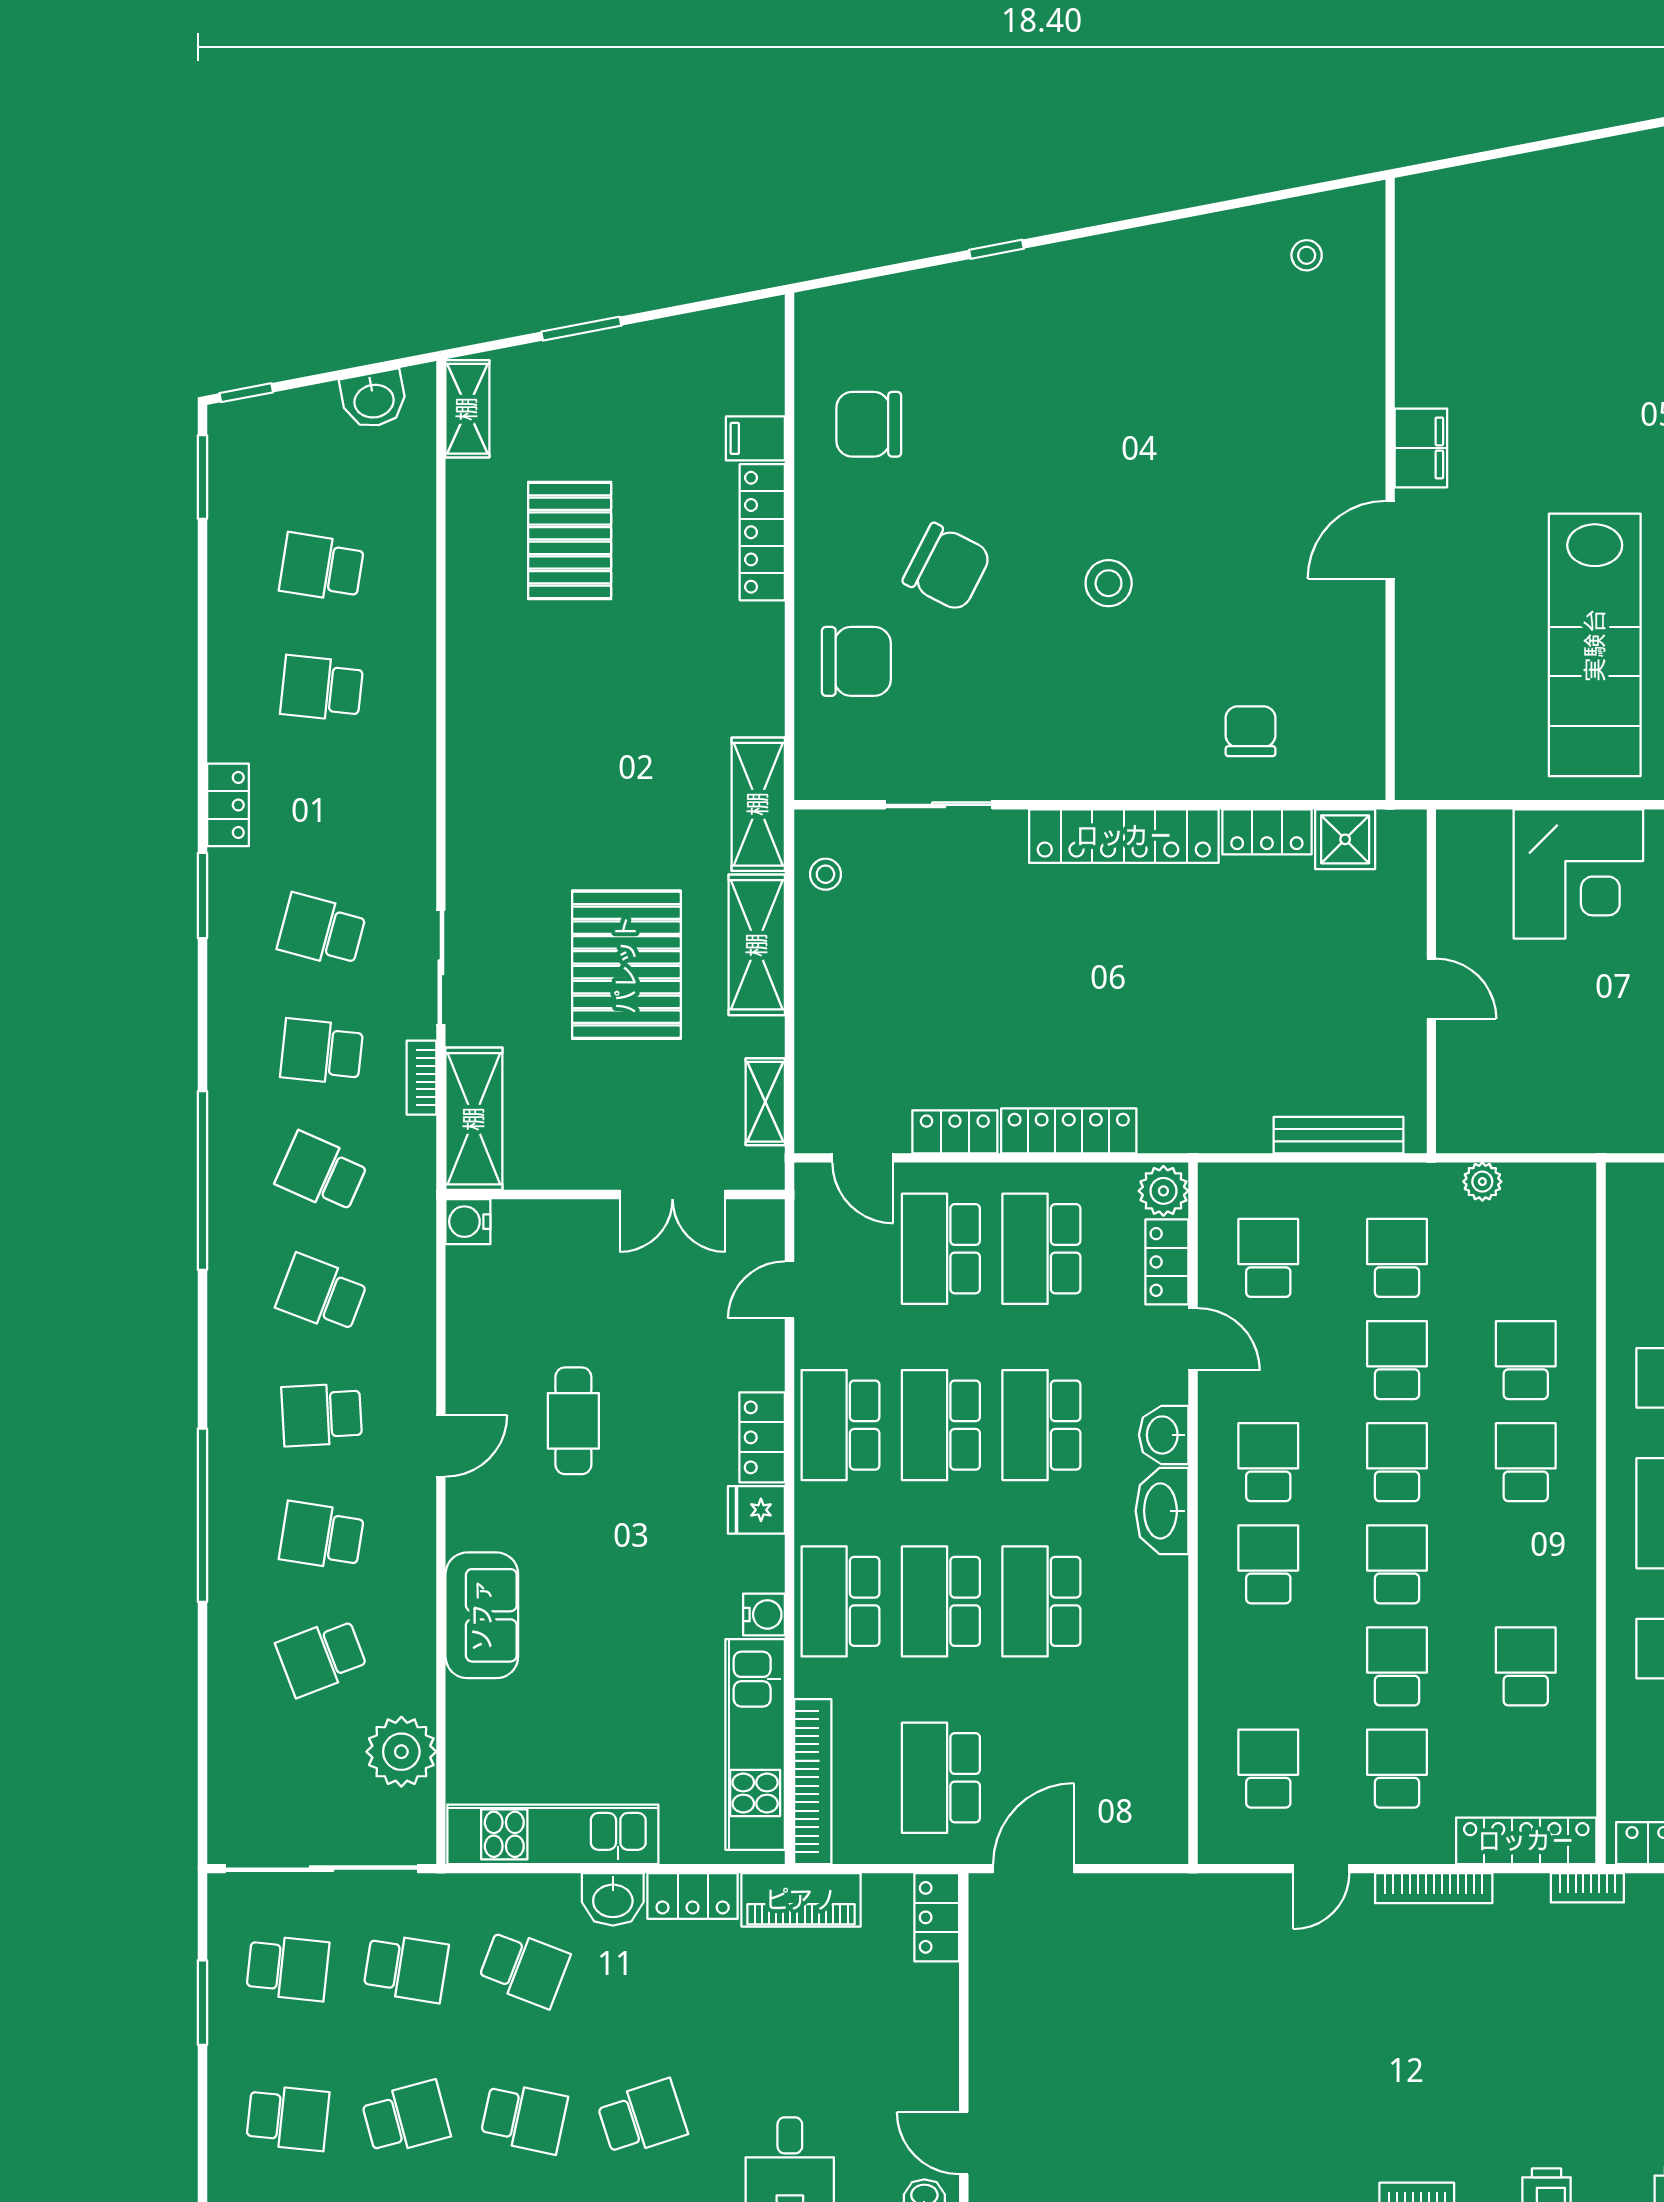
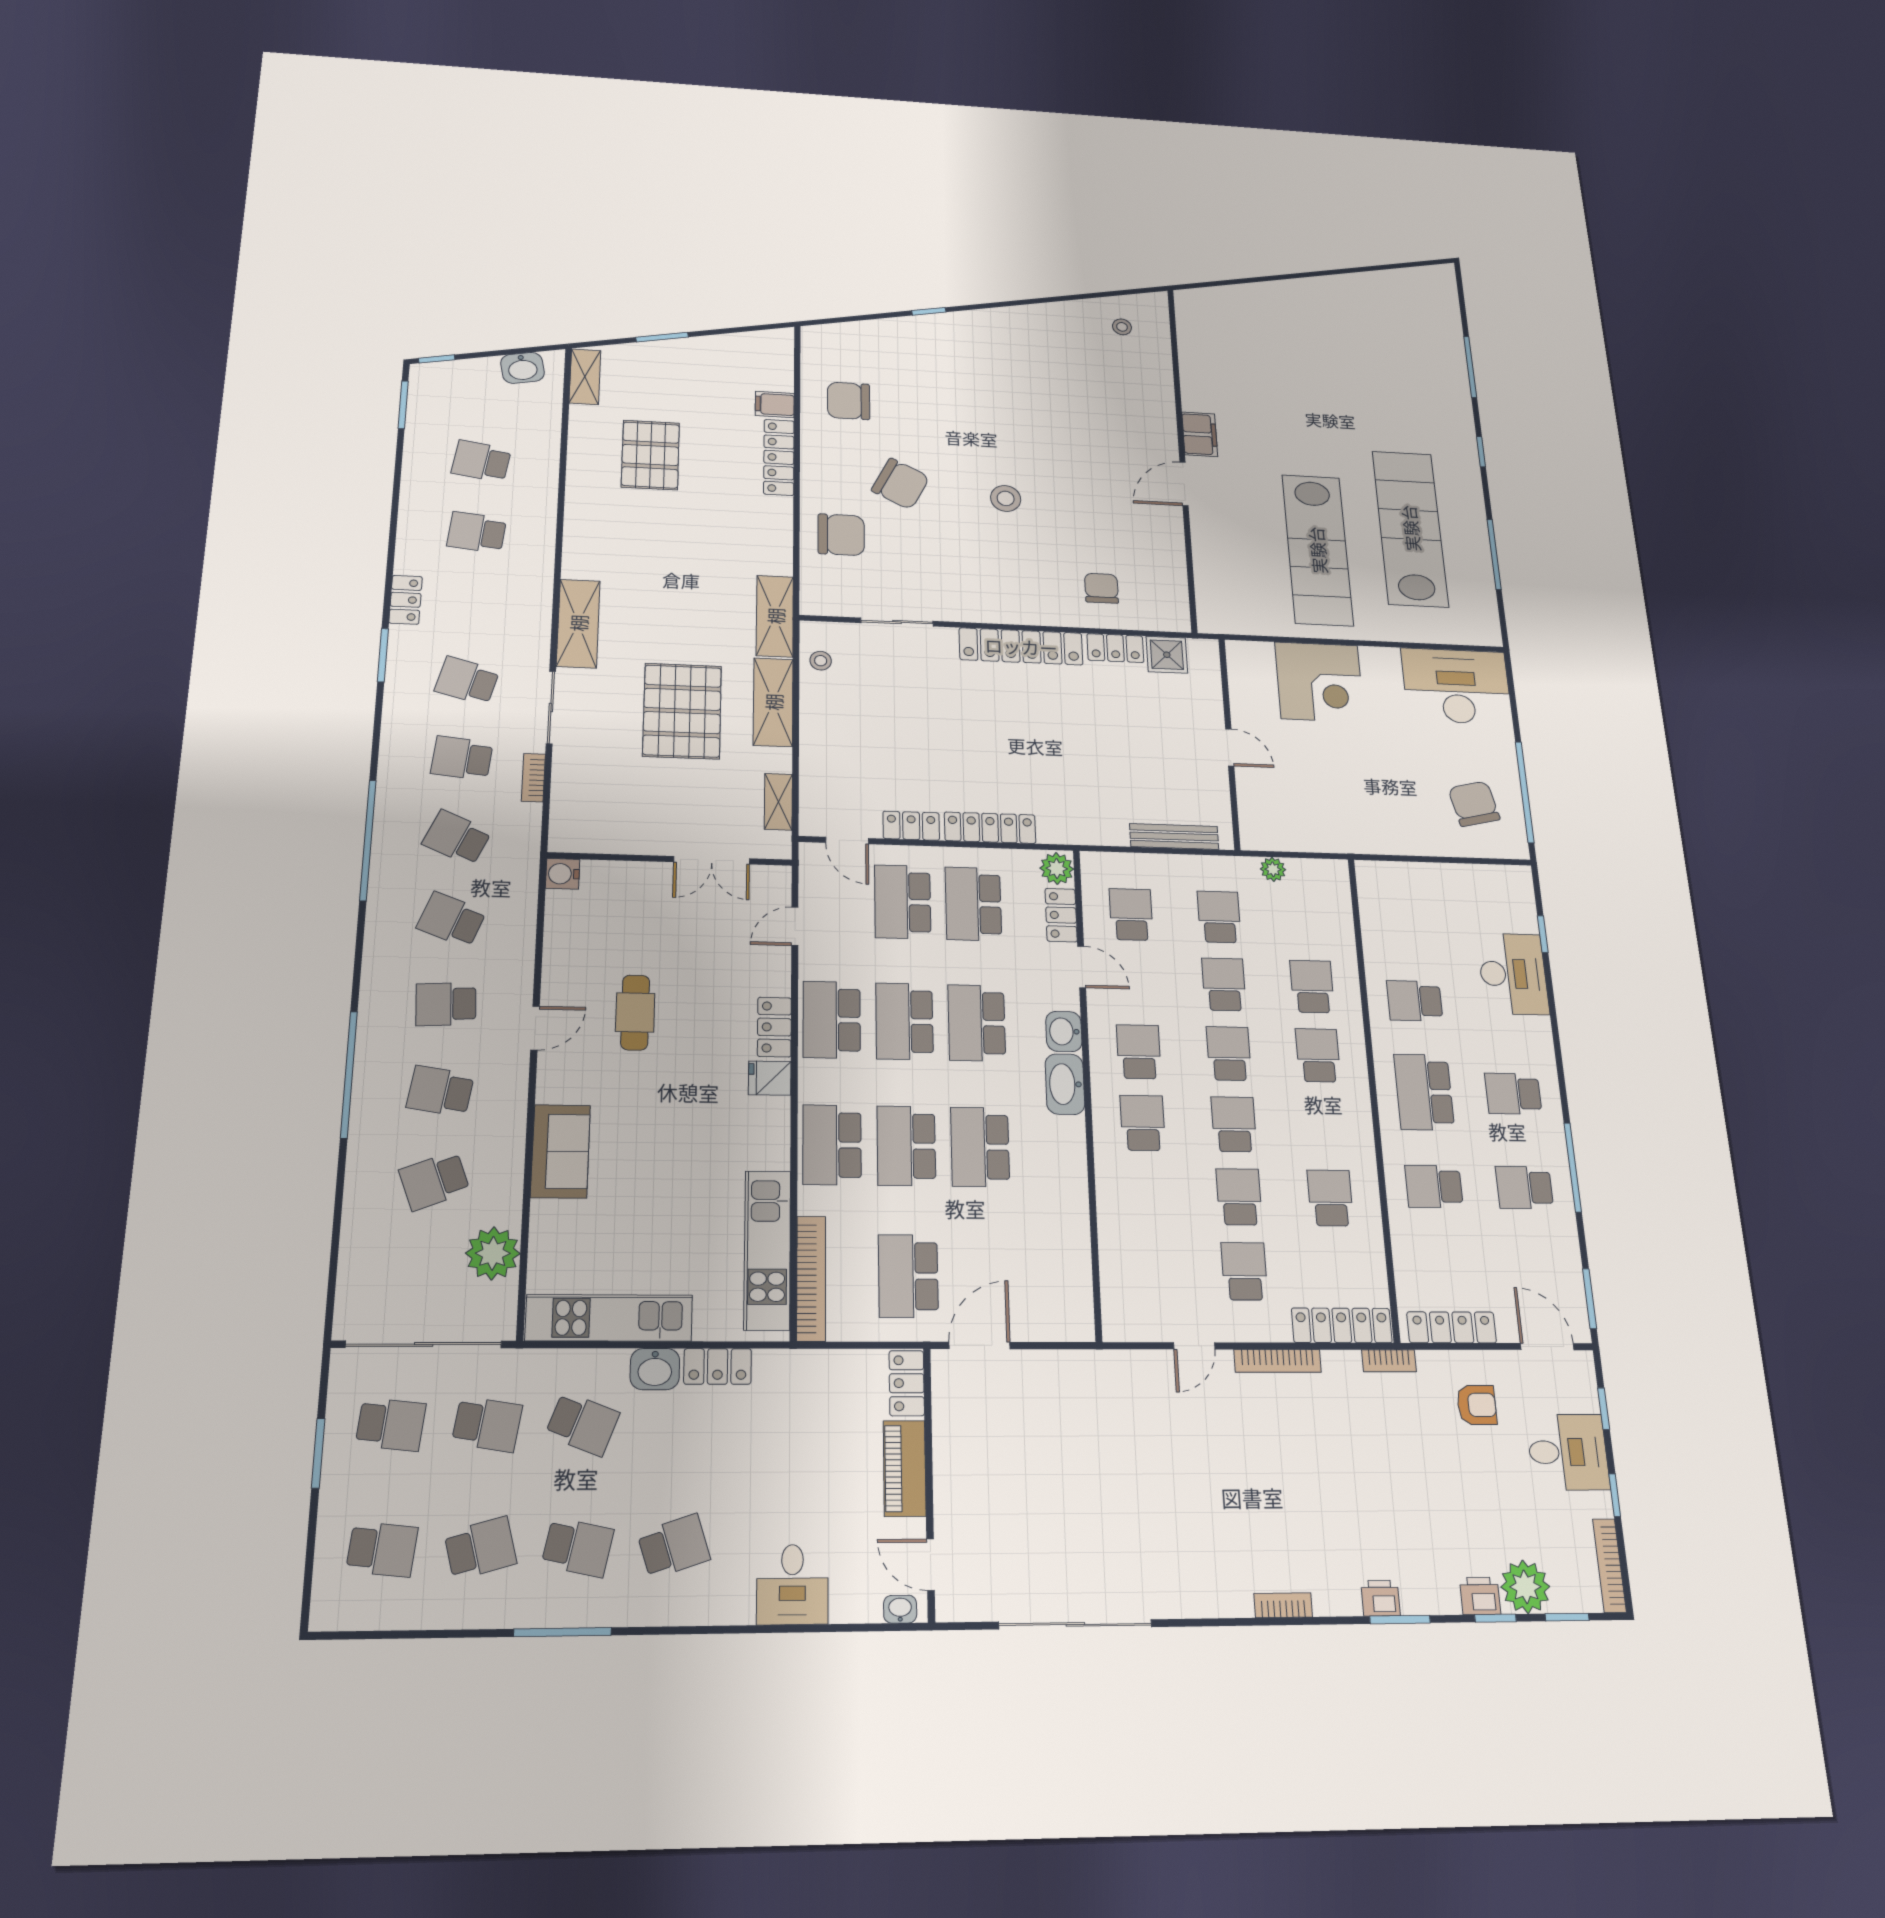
shelving: (474, 1119) -> (578, 623), moved
water cooler: (764, 1614) -> (775, 1154), removed
school desk: (1268, 1769) -> (1151, 1271), removed
piano: (801, 1900) -> (905, 1468), moved, turned 90

